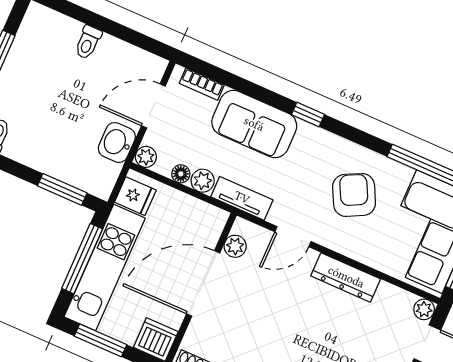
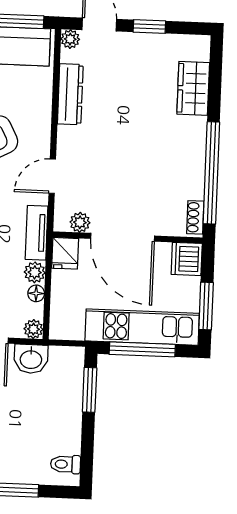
fridge: (135, 196) -> (65, 253), moved, turned 180
door: (293, 237) -> (52, 176), swing flipped
dresser: (346, 277) -> (70, 94), moved

